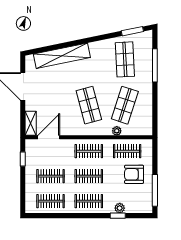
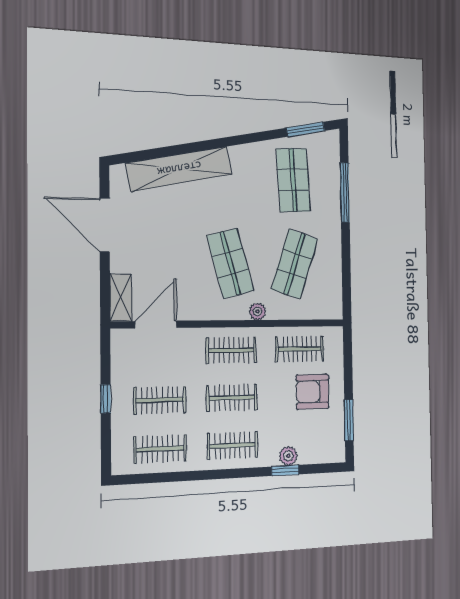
plant: (117, 131) -> (258, 311), moved
window: (23, 159) -> (106, 399), moved
window: (155, 190) -> (349, 420), width x0.69

